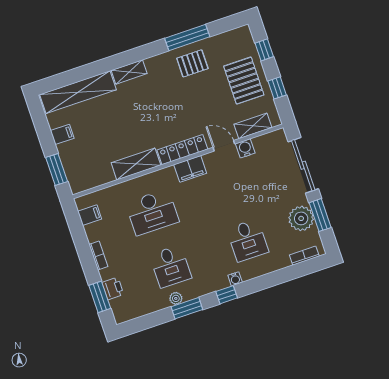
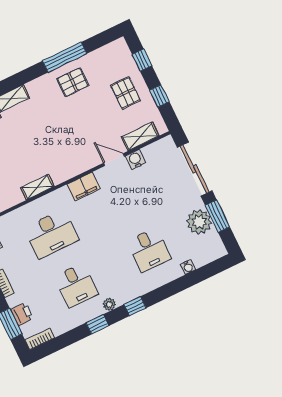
pallet: (244, 81) -> (126, 93), width x0.67, depth x0.71
locker: (182, 150) -> (73, 168), removed
shelving: (136, 164) -> (37, 187), width x0.67, depth x0.75
bookcase: (304, 256) -> (40, 339), moved
water cooler: (235, 279) -> (188, 267), moved
plant: (176, 298) -> (109, 304), moved
window: (187, 308) -> (97, 324), width x0.67

